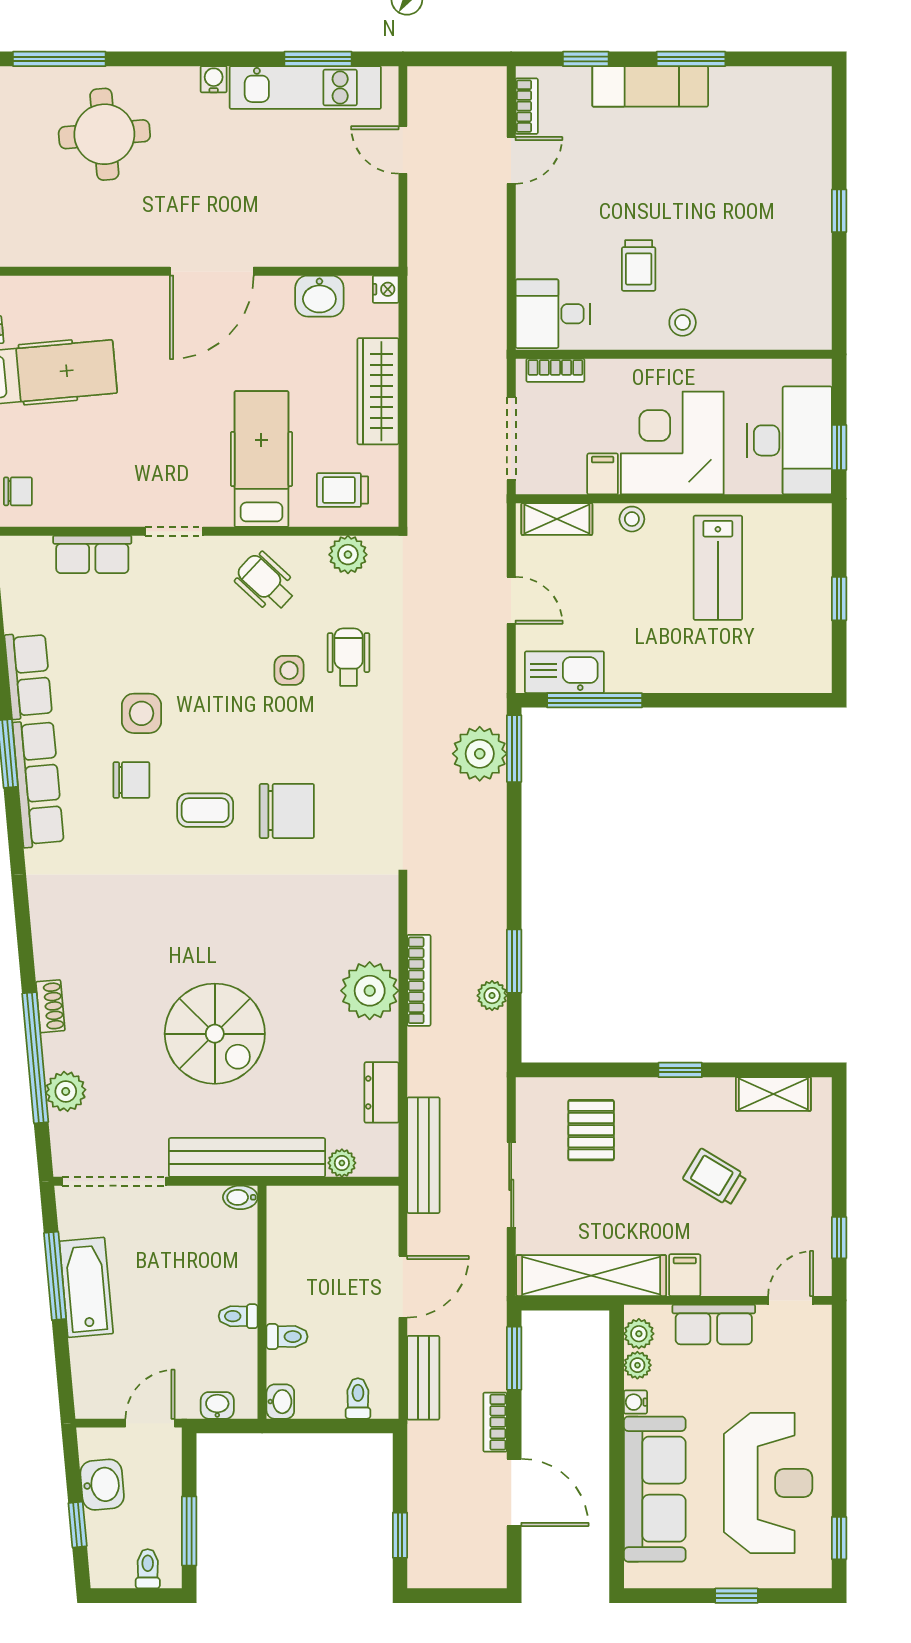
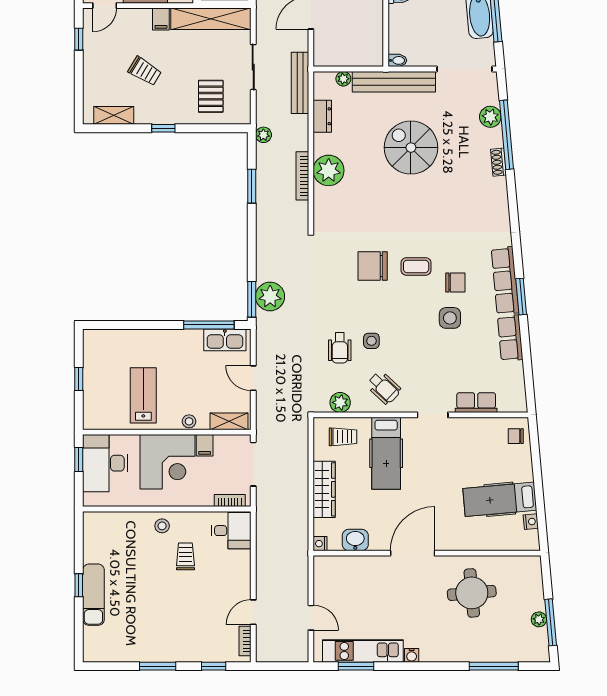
exam couch: (650, 86) -> (93, 595), moved, turned 90
round table: (104, 134) -> (472, 593), moved
chair: (131, 780) -> (455, 282), turned 180
plant: (492, 996) -> (263, 135), moved

